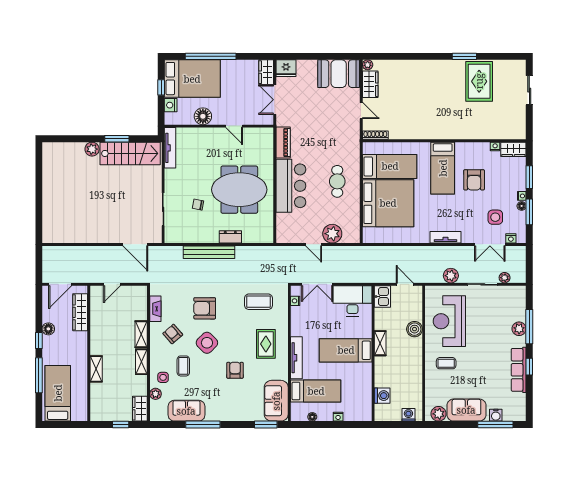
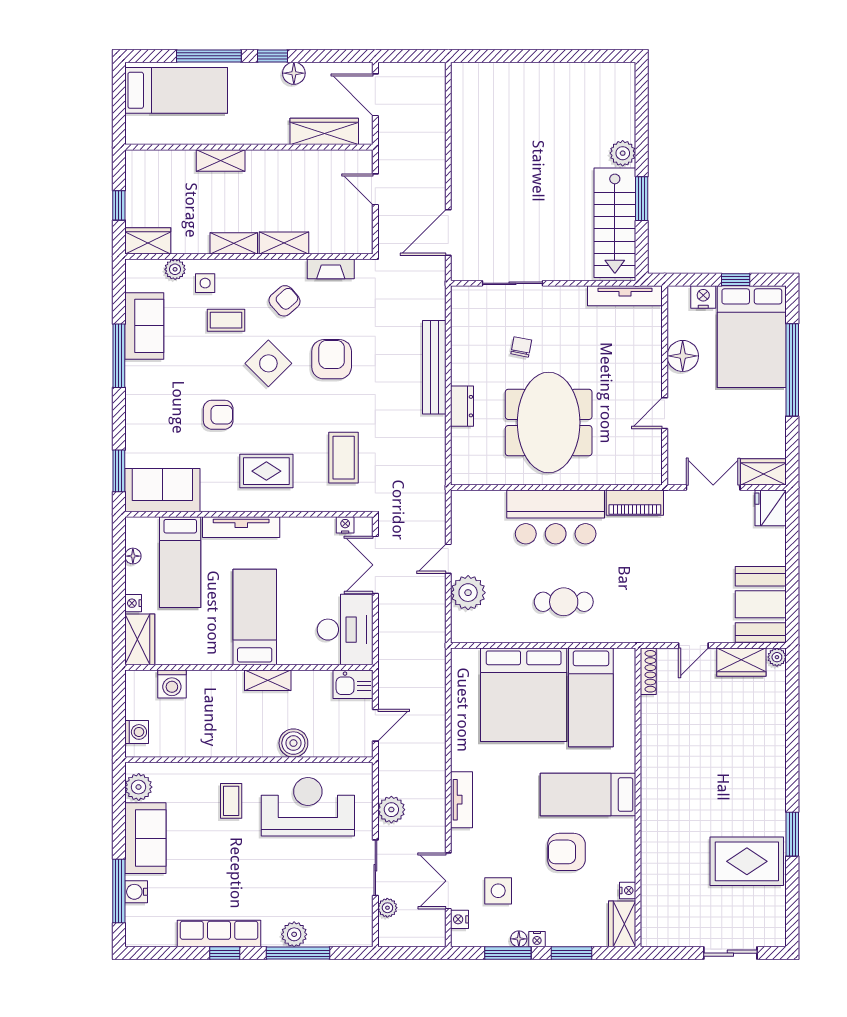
wardrobe: (358, 413) -> (140, 639), added

